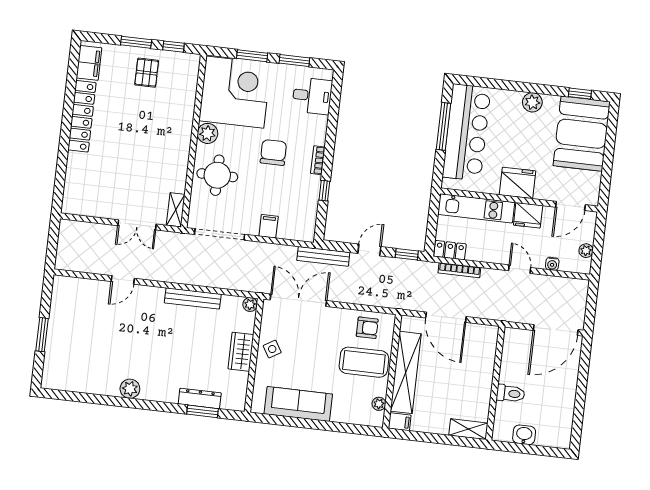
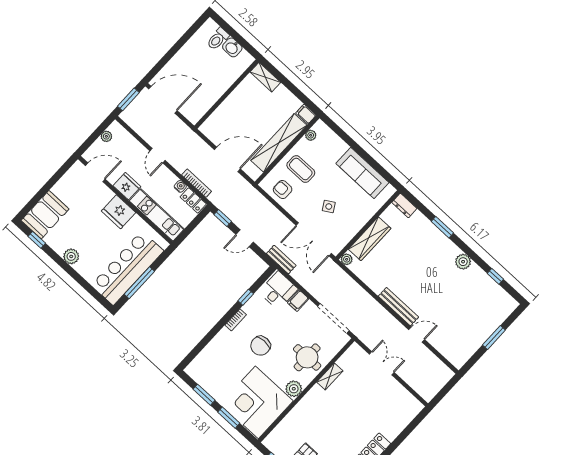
desk: (312, 96) -> (278, 291), moved, turned 90
booth: (582, 134) -> (45, 215), width x0.73, depth x0.70
shelving: (176, 210) -> (330, 377), moved
bench: (323, 256) -> (281, 260), width x0.73
water cooler: (552, 264) -> (180, 186), moved
bench: (193, 298) -> (398, 307), moved
window: (591, 305) -> (128, 99), added
door: (446, 317) -> (227, 159), hinge flipped
side table: (272, 349) -> (329, 207), moved
wardrobe: (241, 352) -> (370, 239), width x1.50
coffee table: (364, 362) -> (301, 169), width x0.73, depth x0.76
toilet: (511, 394) -> (218, 39), moved, turned -90
window: (86, 398) -> (495, 276), added
dresser: (200, 398) -> (404, 205), moved, width x0.70
window: (203, 411) -> (442, 227), moved

